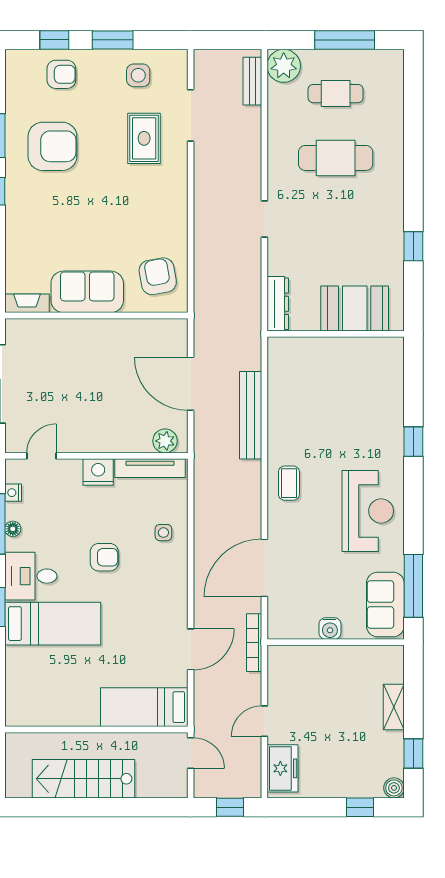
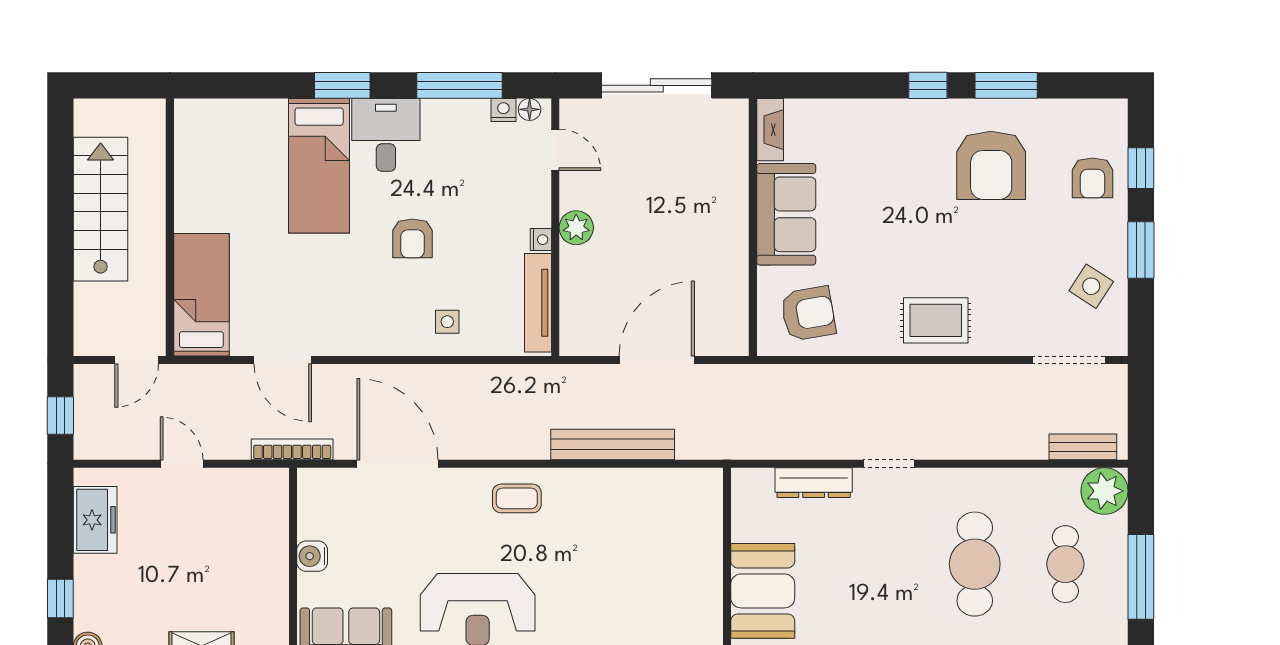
side table: (138, 75) -> (1091, 286), turned 33
doorway: (191, 115) -> (1069, 360), moved
rug: (144, 138) -> (936, 320), moved
dresser: (278, 304) -> (814, 483), moved
plant: (165, 441) -> (576, 228), moved
nightstand: (98, 472) -> (541, 240), width x0.53, depth x0.56
floor lamp: (13, 529) -> (530, 109), moved
freezer: (283, 768) -> (95, 520), moved, turned -90

